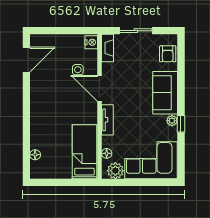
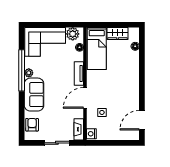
door: (99, 88) -> (85, 98), swing flipped
window: (181, 124) -> (22, 70), width x3.17
wardrobe: (58, 171) -> (117, 34), added

